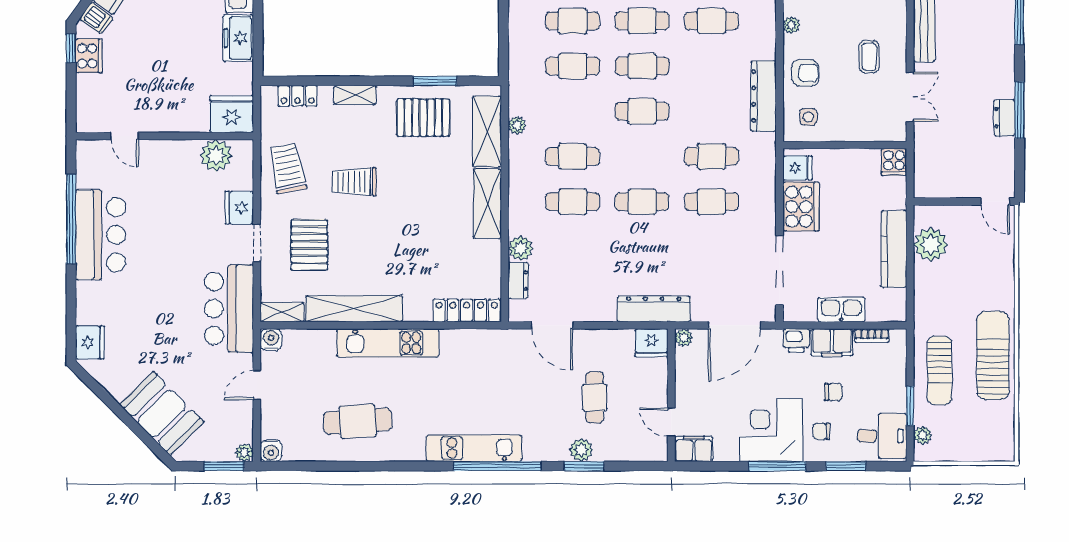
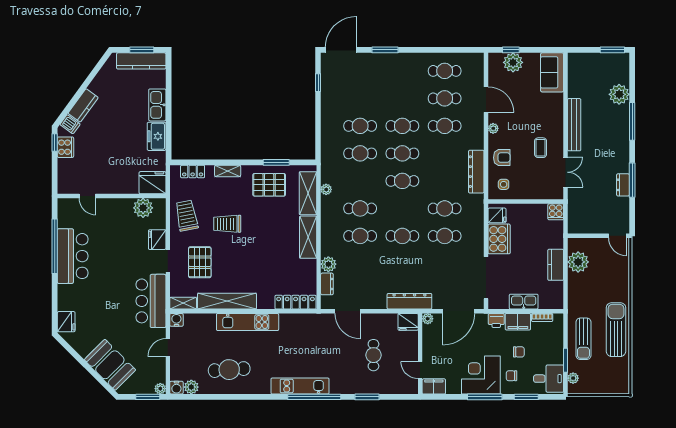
kitchen counter: (894, 249) -> (556, 265), width x0.67
plant: (581, 450) -> (191, 387), moved

